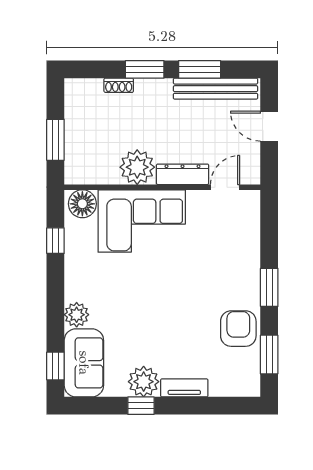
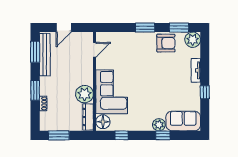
window: (200, 69) -> (35, 52), moved
window: (55, 140) -> (59, 135), moved
dresser: (183, 174) -> (88, 117), moved
door: (225, 187) -> (95, 50), swing flipped
armchair: (238, 329) -> (166, 43), turned 180
window: (55, 366) -> (163, 135), moved
plant: (144, 382) -> (193, 40), moved

